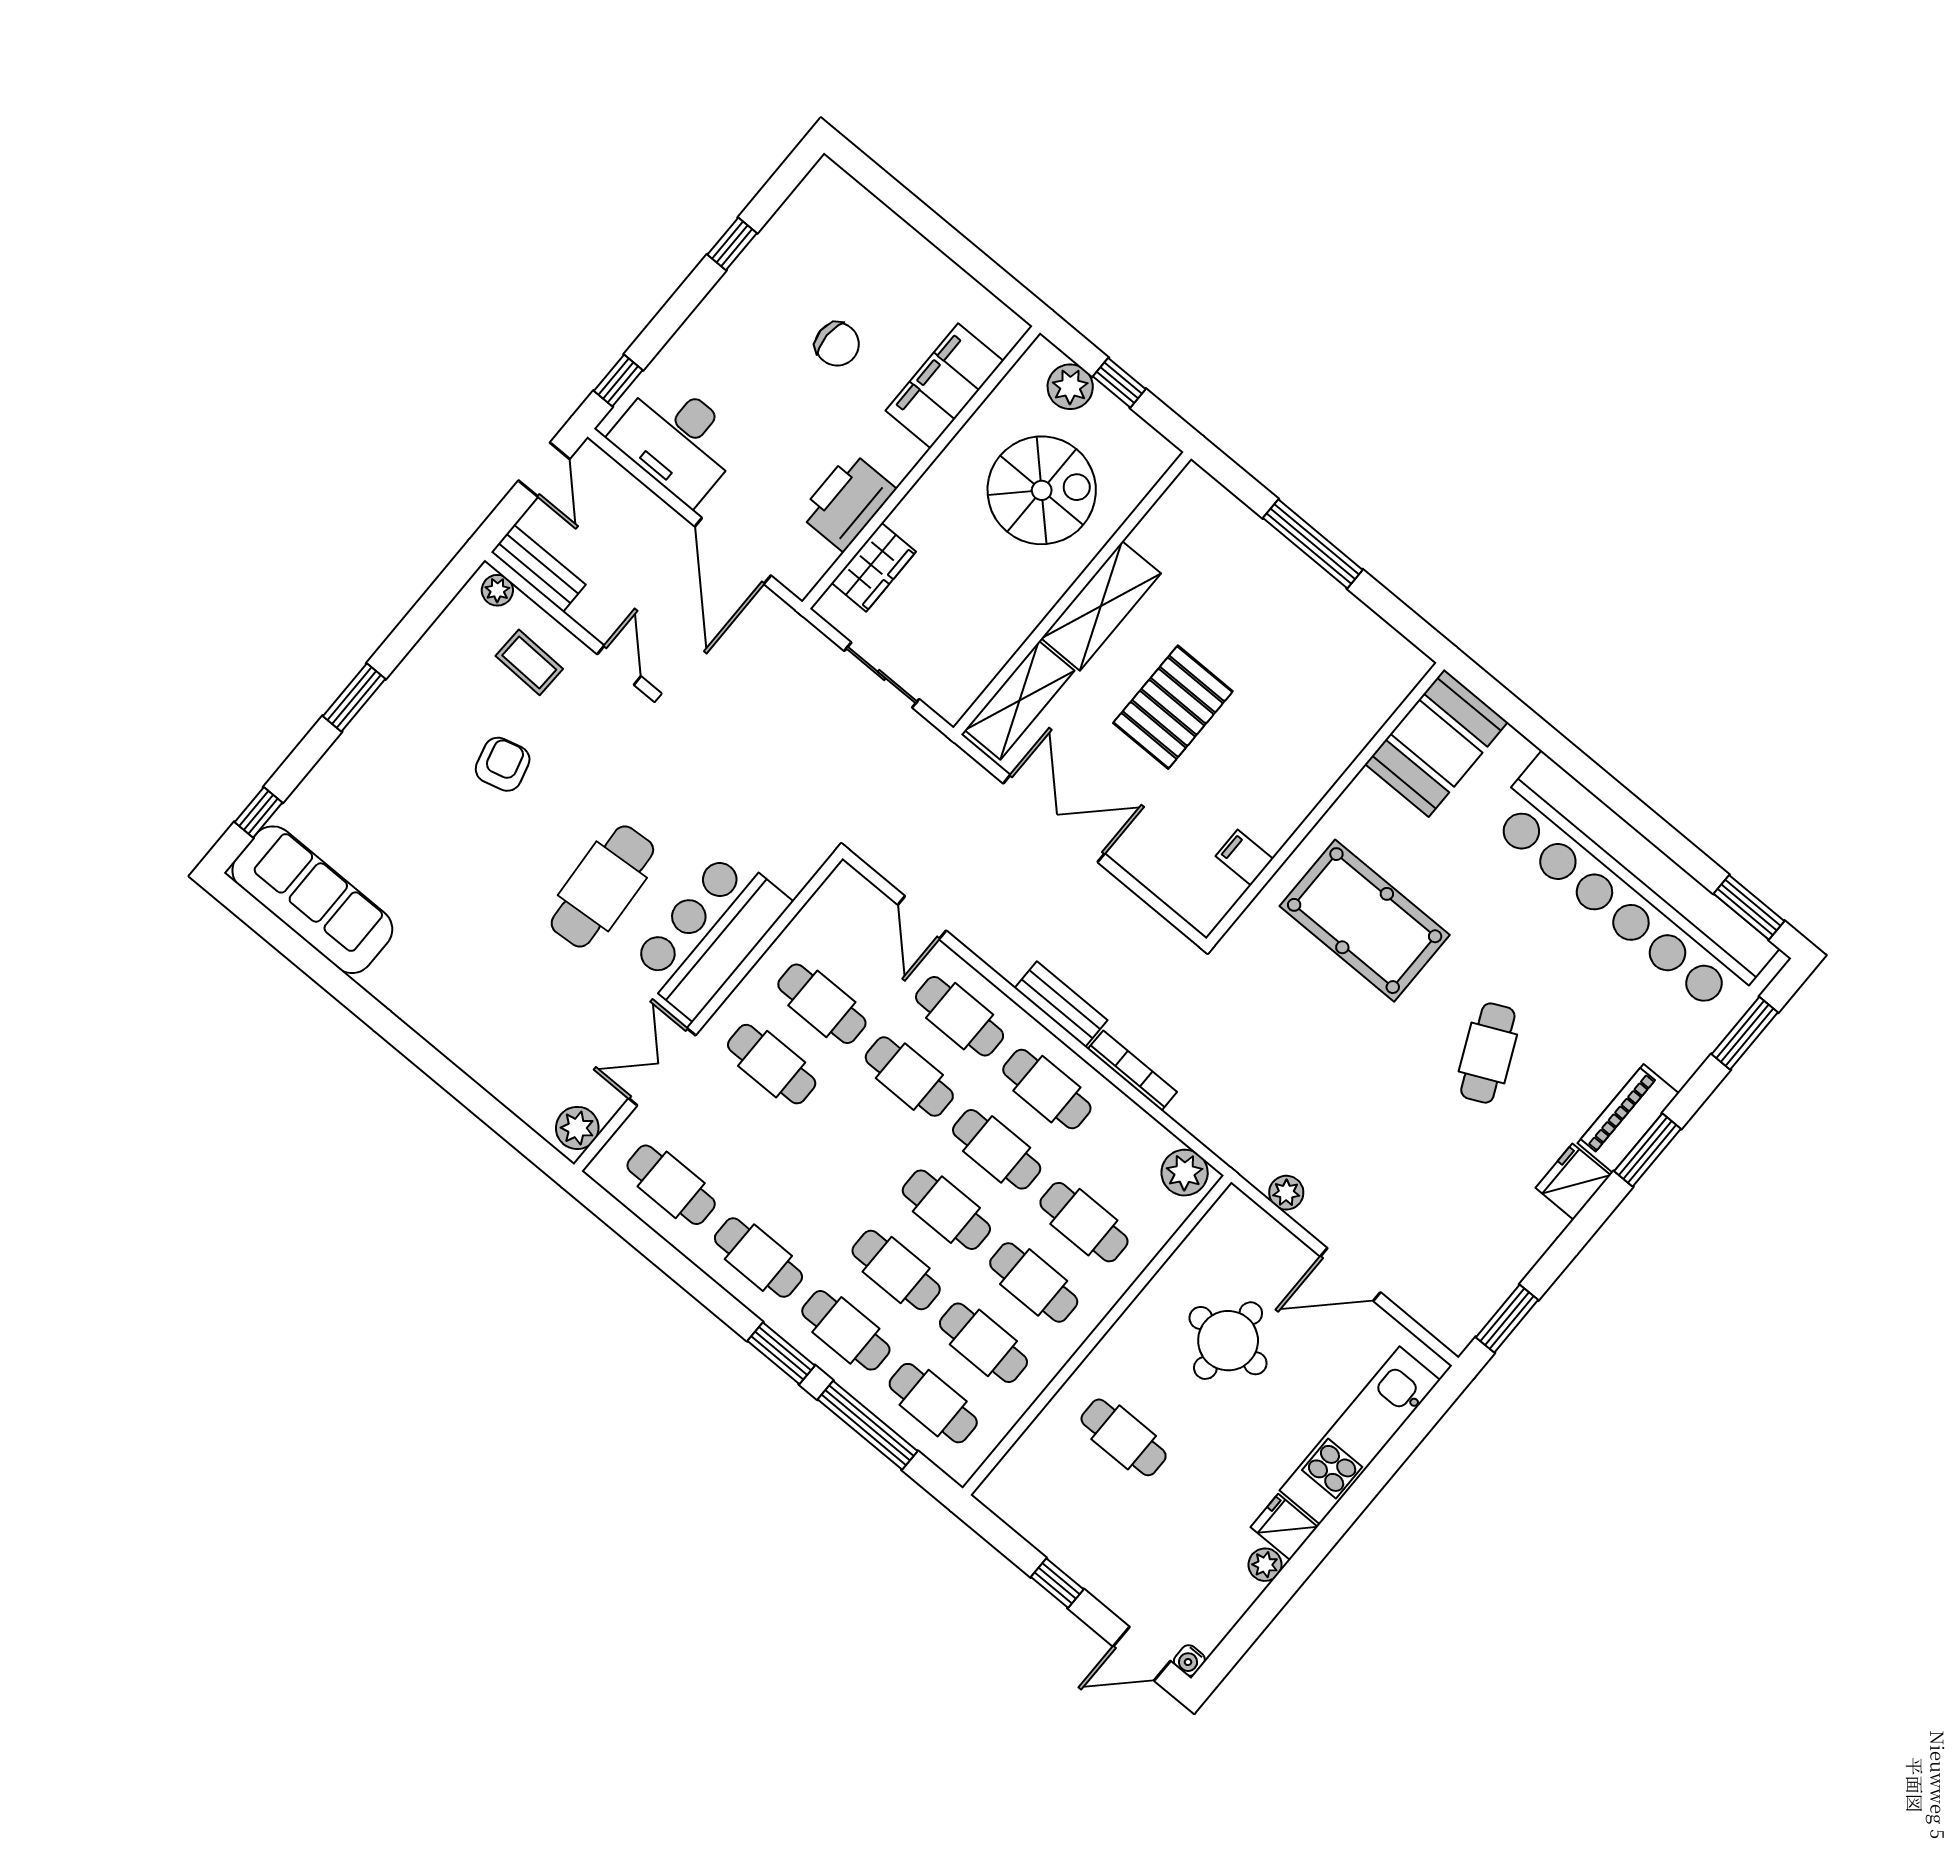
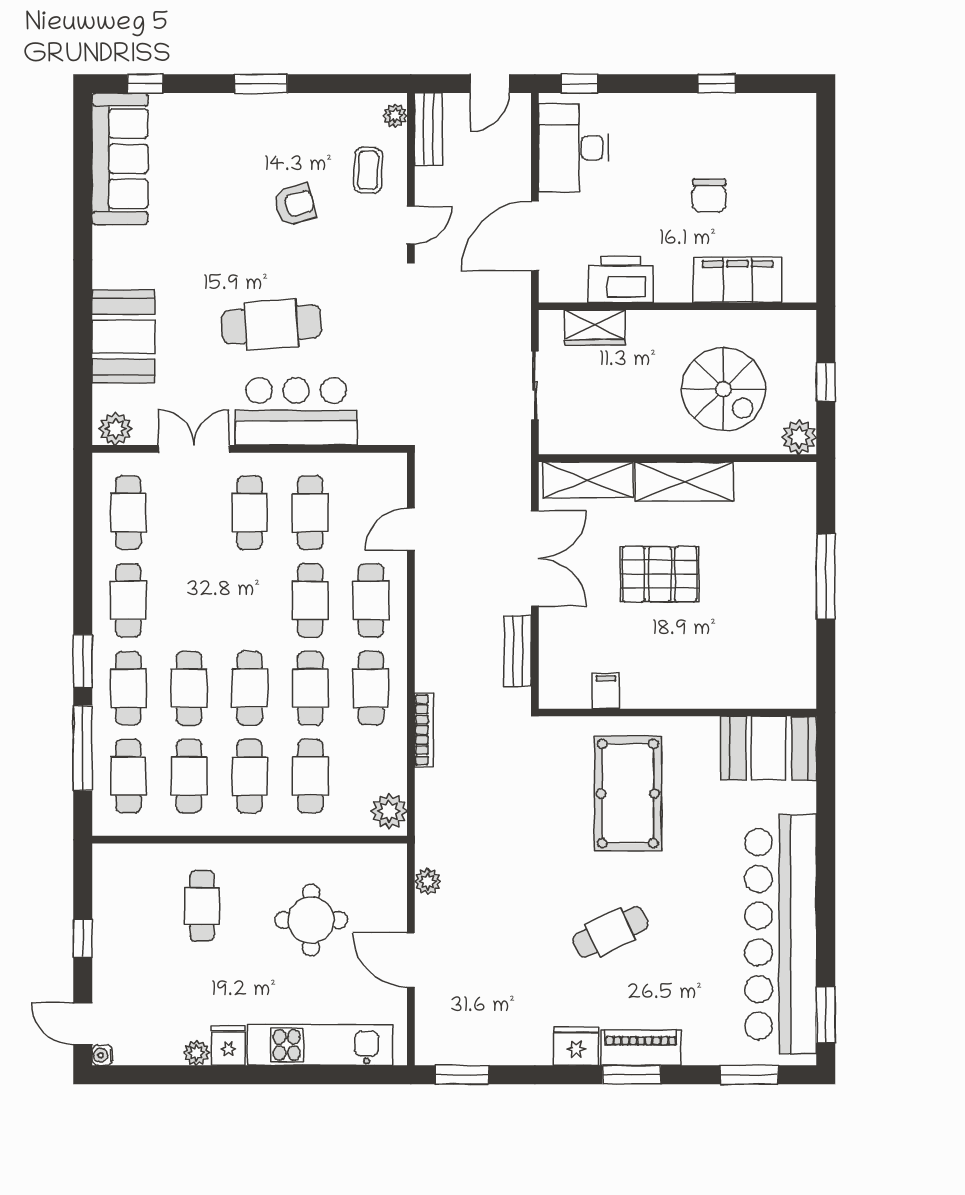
plant: (1070, 387) -> (799, 437), moved
bench: (1061, 1004) -> (518, 651), moved
booth: (492, 1044) -> (123, 337), added

